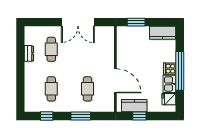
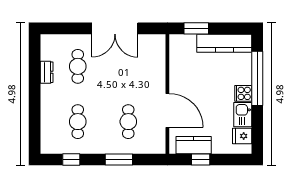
kitchen counter: (163, 33) -> (224, 43), width x1.50
window: (180, 71) -> (257, 78), moved

